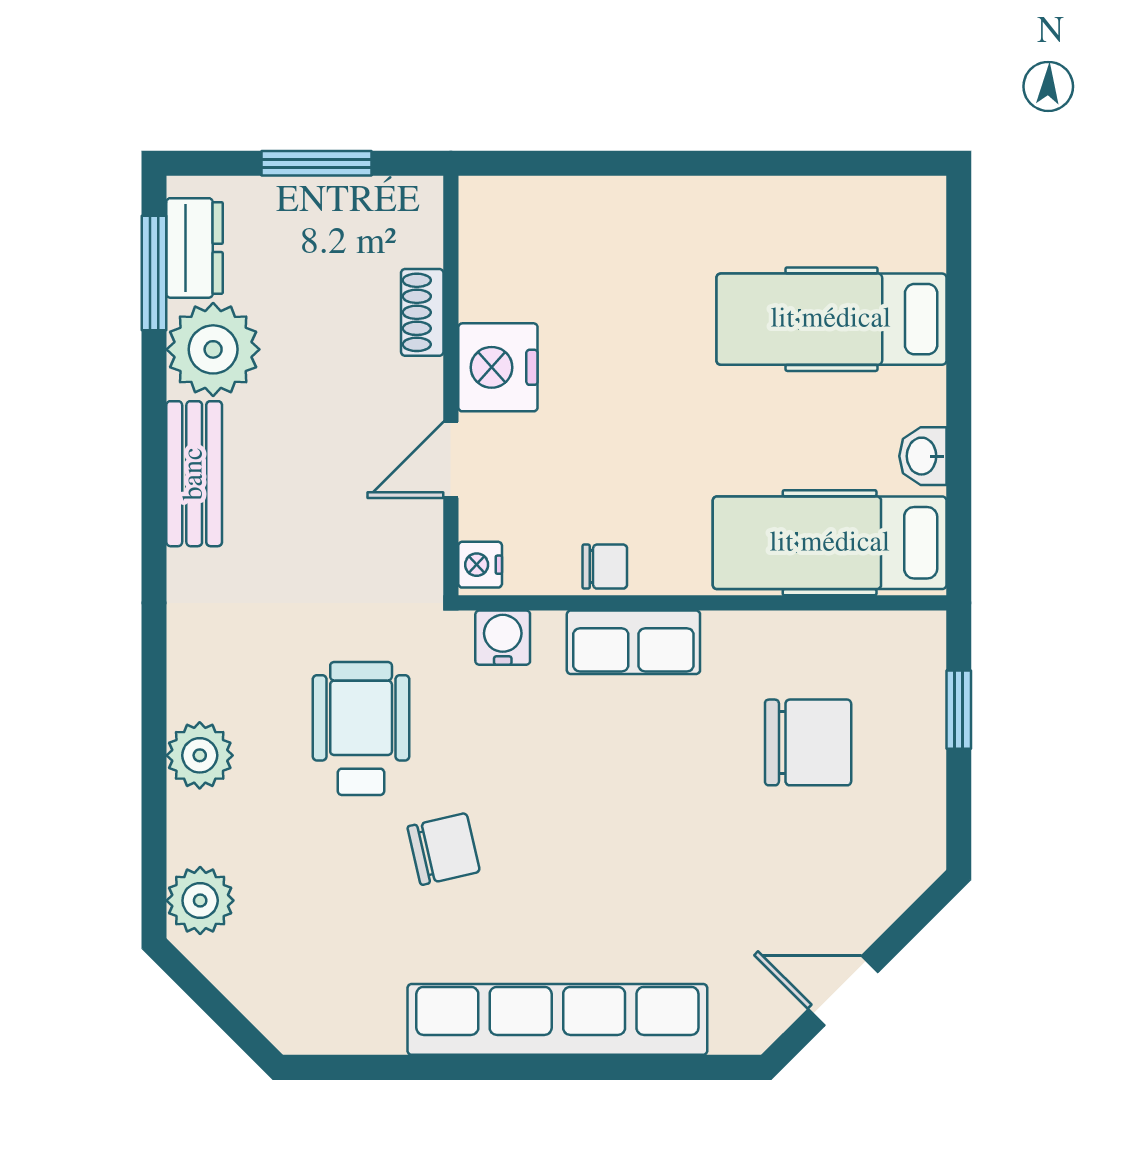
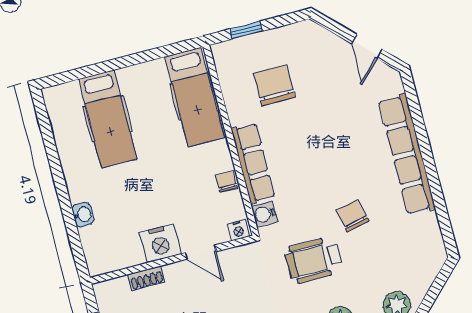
washbasin: (923, 456) -> (83, 215), moved, turned -90
row of seats: (633, 642) -> (253, 163), width x1.48

